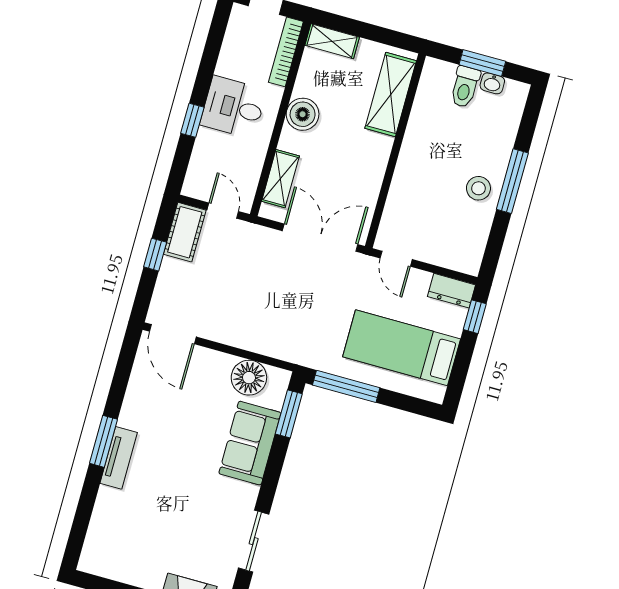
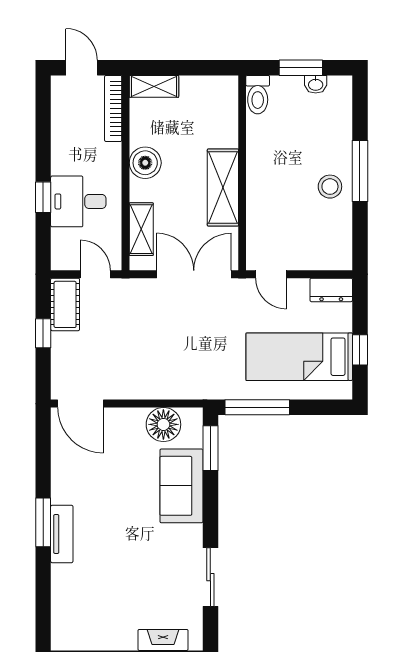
toilet: (465, 87) -> (258, 95), moved
shelving: (391, 94) -> (223, 188), moved
desk: (233, 107) -> (78, 201), moved
window: (475, 317) -> (360, 350), moved

